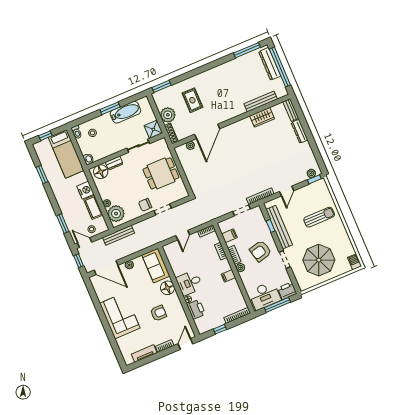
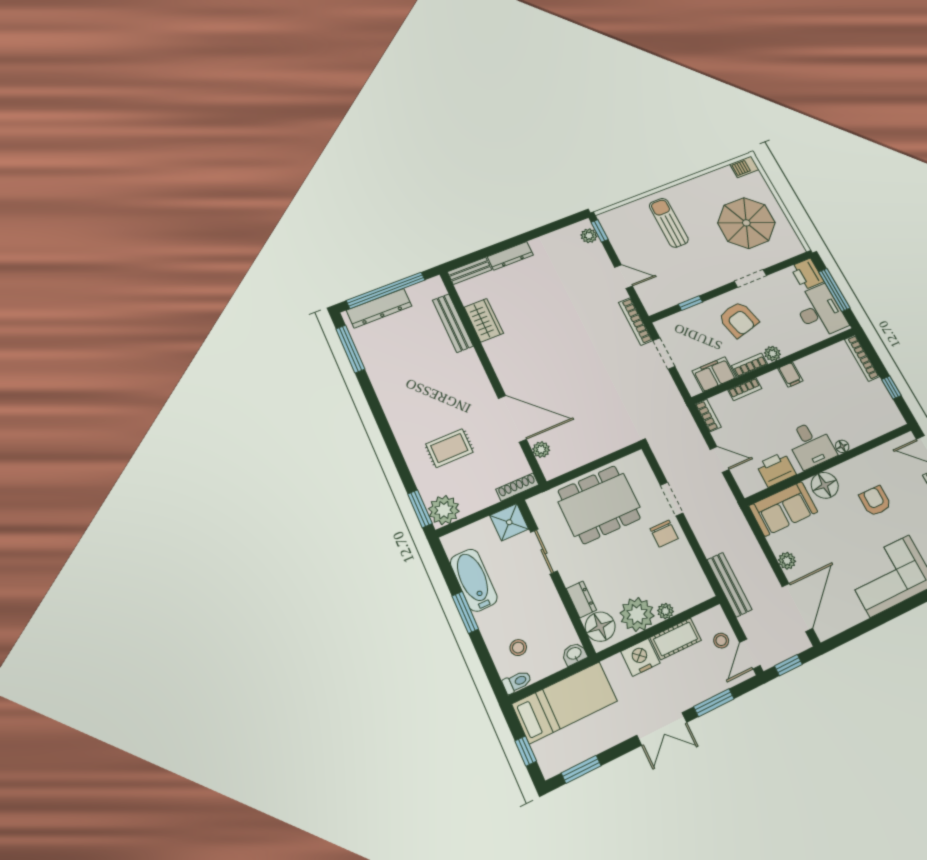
plant: (168, 115) -> (444, 510), moved
dining table: (161, 173) -> (599, 505), width x1.38
window: (42, 174) -> (581, 769), moved
double door: (52, 199) -> (662, 729), added
plant: (116, 214) -> (637, 614), moved
bench: (279, 227) -> (692, 288), removed
filing cabinet: (229, 236) -> (714, 374), width x2.00
printer: (196, 309) -> (776, 469), moved

